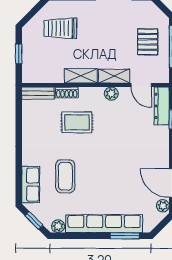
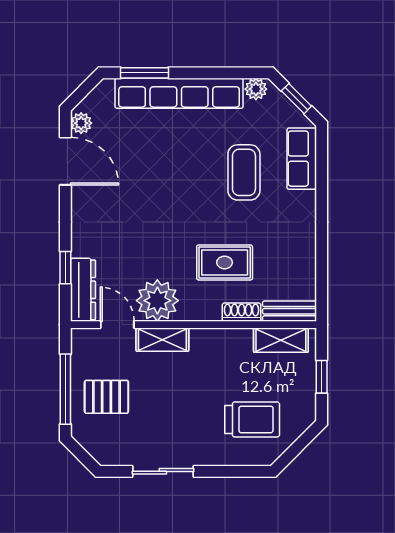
pallet: (148, 42) -> (106, 397), turned 90
shelving: (81, 76) -> (281, 340), moved
plant: (111, 94) -> (157, 301), width x1.87, depth x1.87

